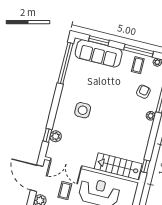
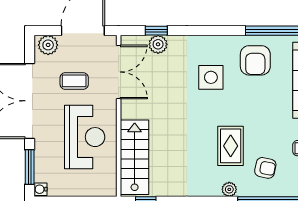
armchair: (79, 82) -> (255, 60), added
rug: (125, 109) -> (231, 146), added
double door: (66, 163) -> (119, 72), swing flipped

